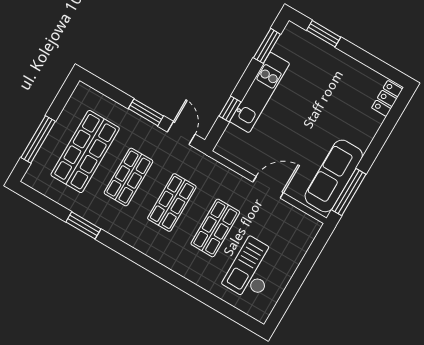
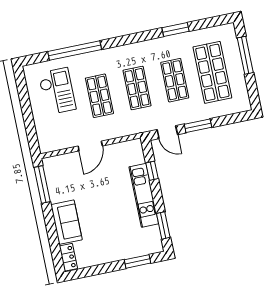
sofa: (334, 176) -> (66, 222), moved, width x0.73
window: (200, 294) -> (75, 50), added

